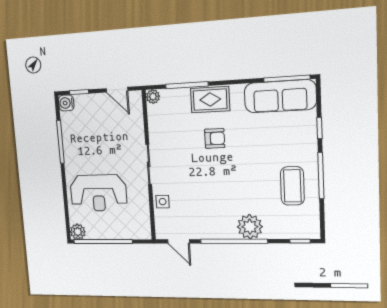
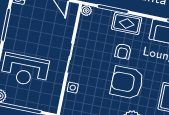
armchair: (215, 138) -> (123, 51), turned 90
armchair: (231, 179) -> (127, 83), added

